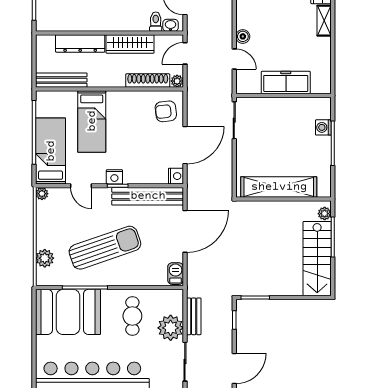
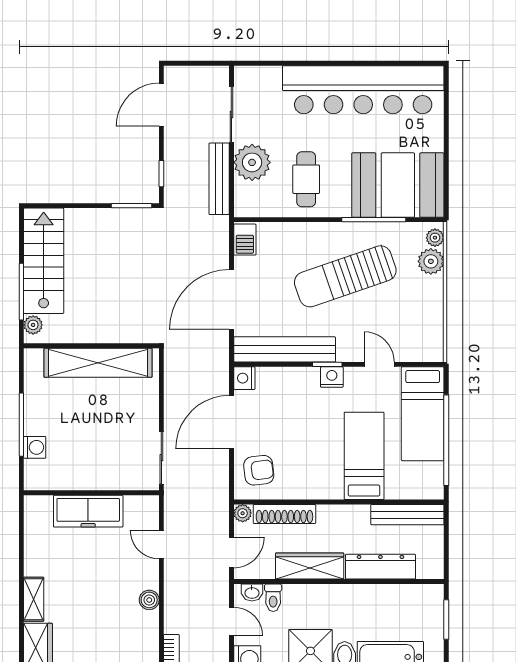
boiler: (243, 36) -> (149, 600), moved
plant: (42, 194) -> (435, 238), moved
bench: (194, 316) -> (219, 179), width x1.36

